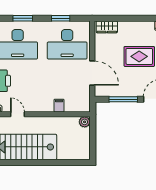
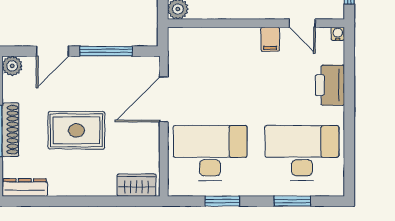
door: (92, 73) -> (164, 99), hinge flipped
filing cabinet: (59, 106) -> (270, 39), moved

